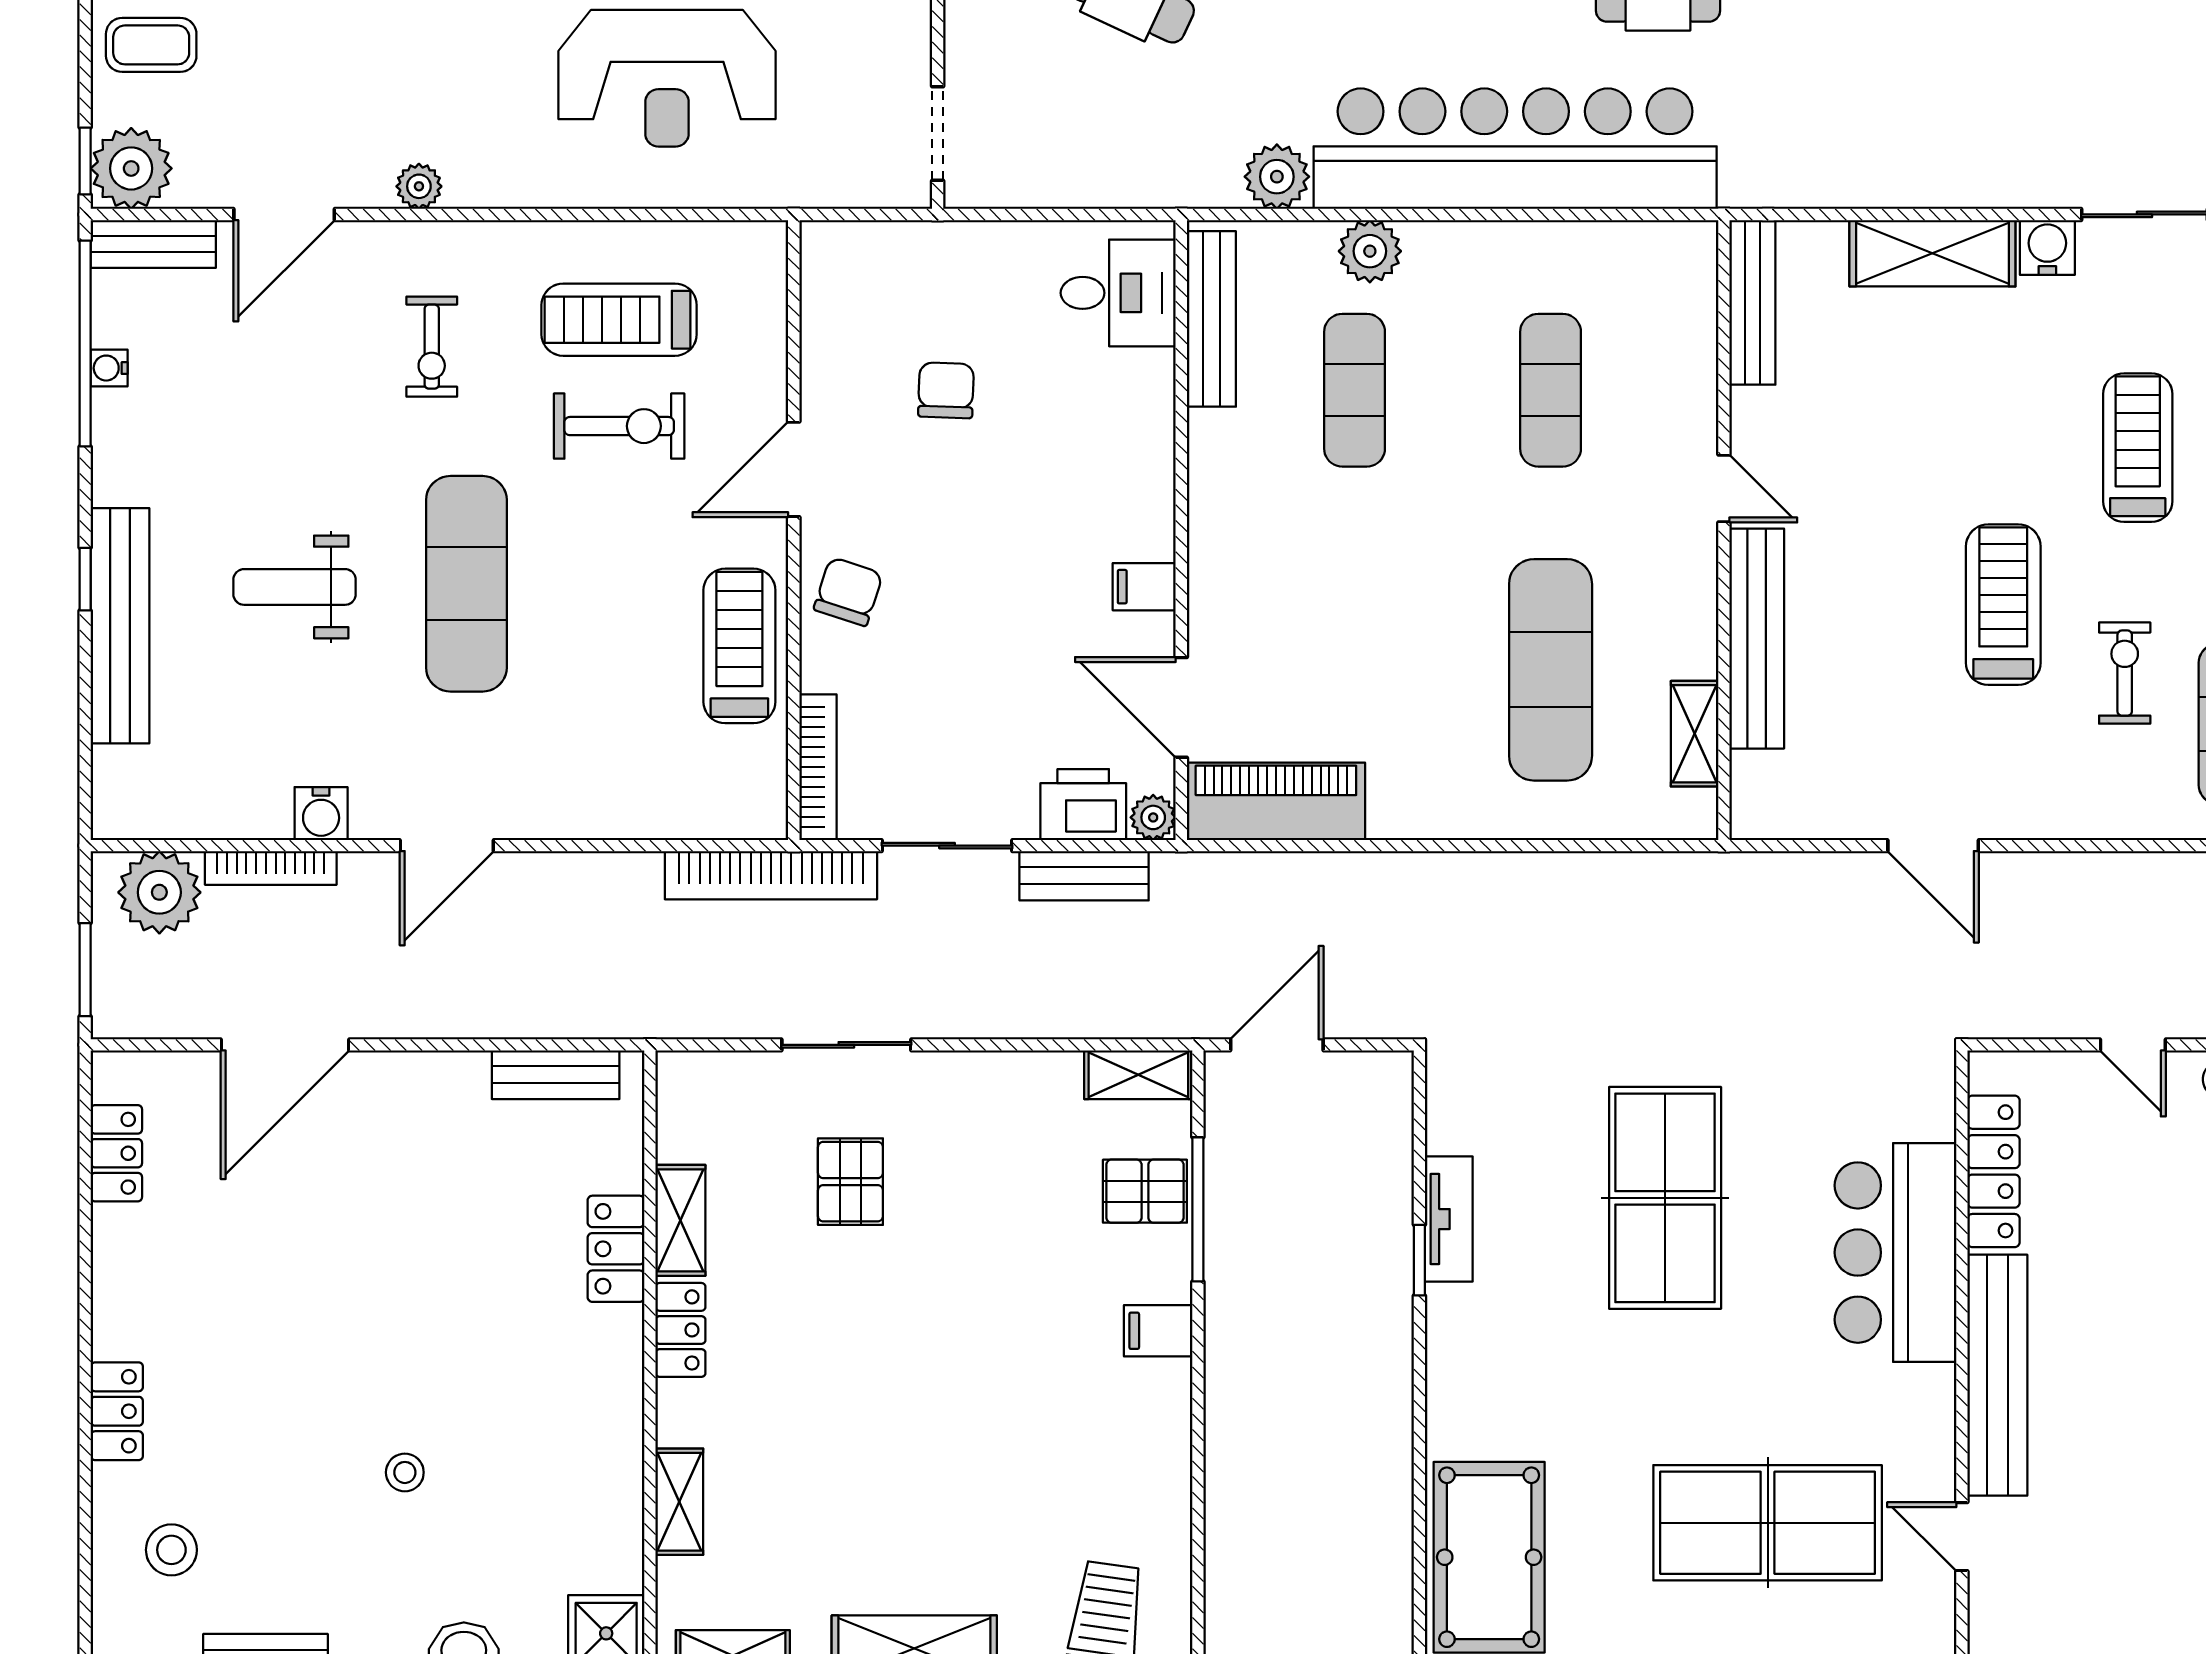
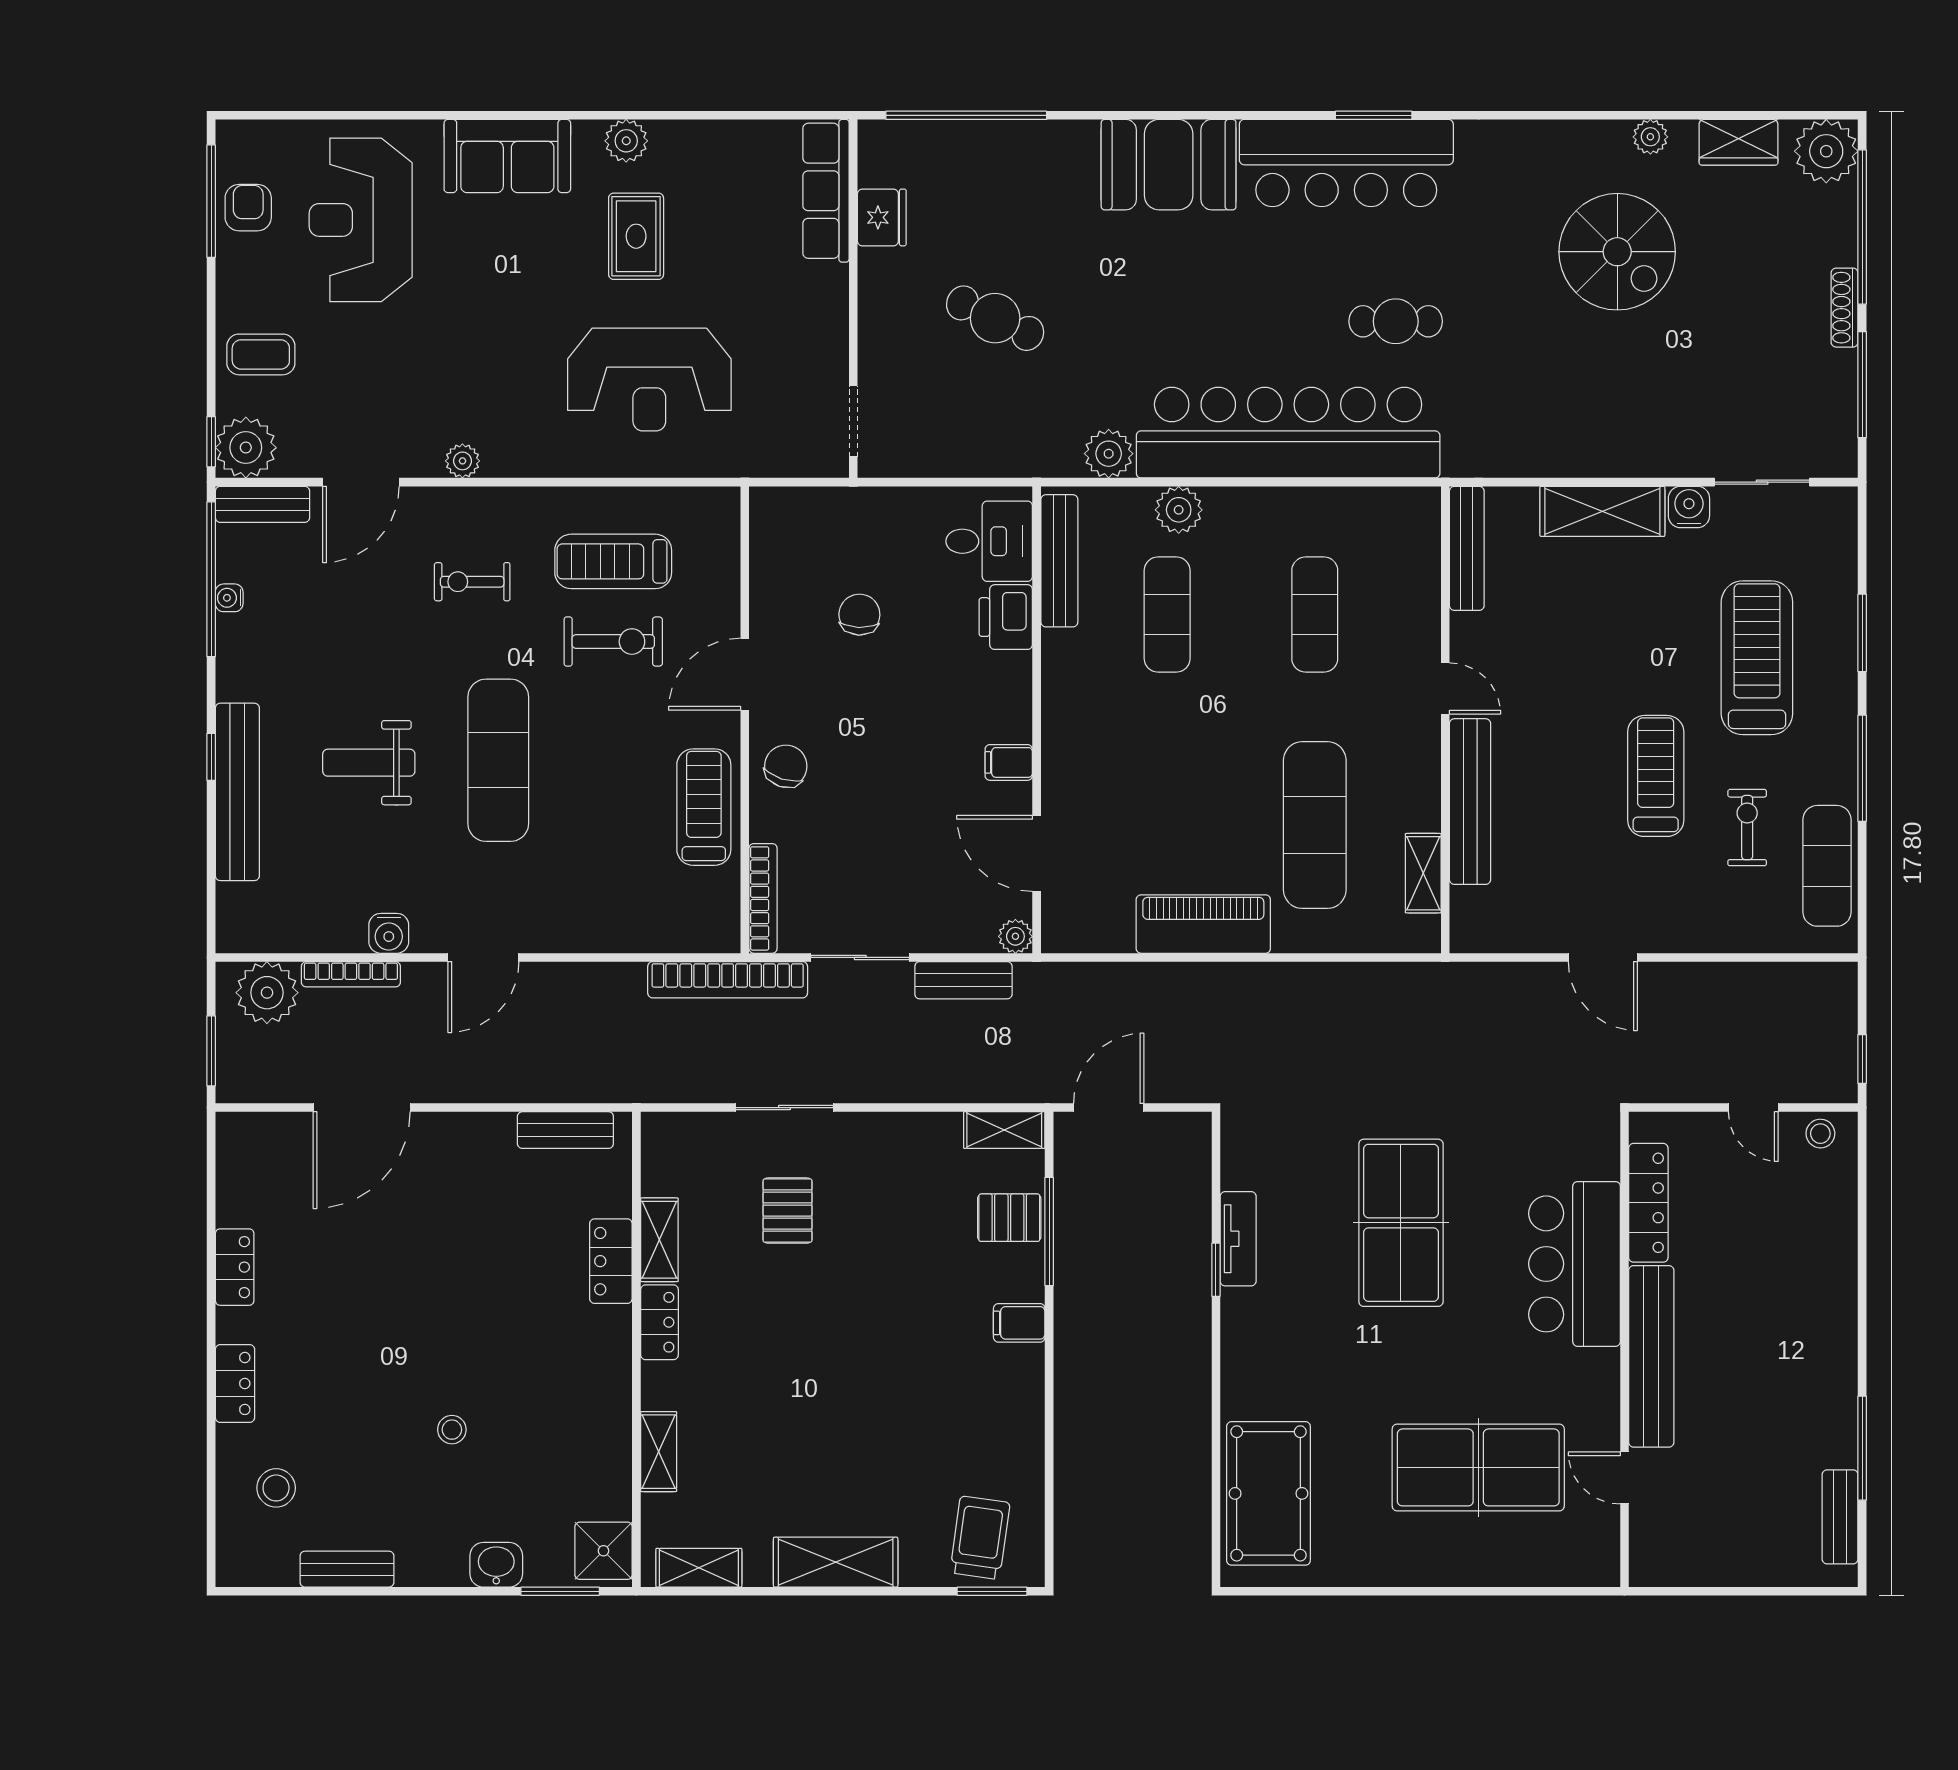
exercise bike: (432, 347) -> (472, 582), turned 90
treadmill: (2138, 448) -> (1757, 658), width x1.37, depth x1.38
piano: (1276, 801) -> (1203, 924), moved
printer: (1083, 805) -> (1006, 617), moved, turned -90
locker: (116, 1153) -> (235, 1267), moved

